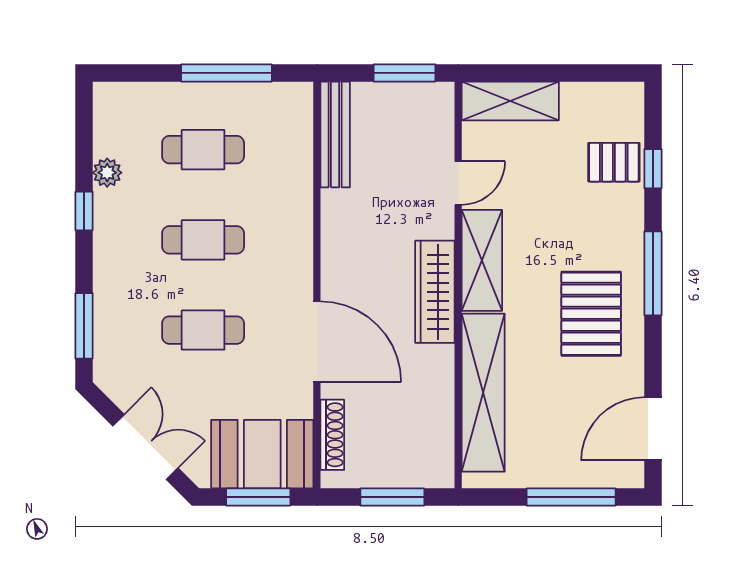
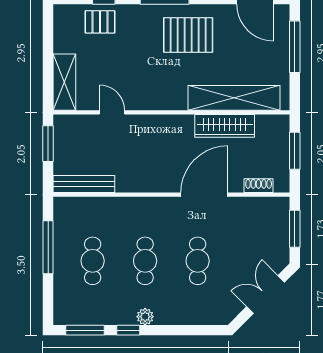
pallet: (614, 162) -> (100, 22), turned 90
plant: (107, 173) -> (145, 317), moved
shelving: (482, 260) -> (157, 99), removed
wardrobe: (435, 292) -> (225, 126), moved
window: (84, 326) -> (85, 330), moved
shoe rack: (332, 435) -> (259, 186), width x0.70
booth: (262, 454) -> (270, 226), removed

